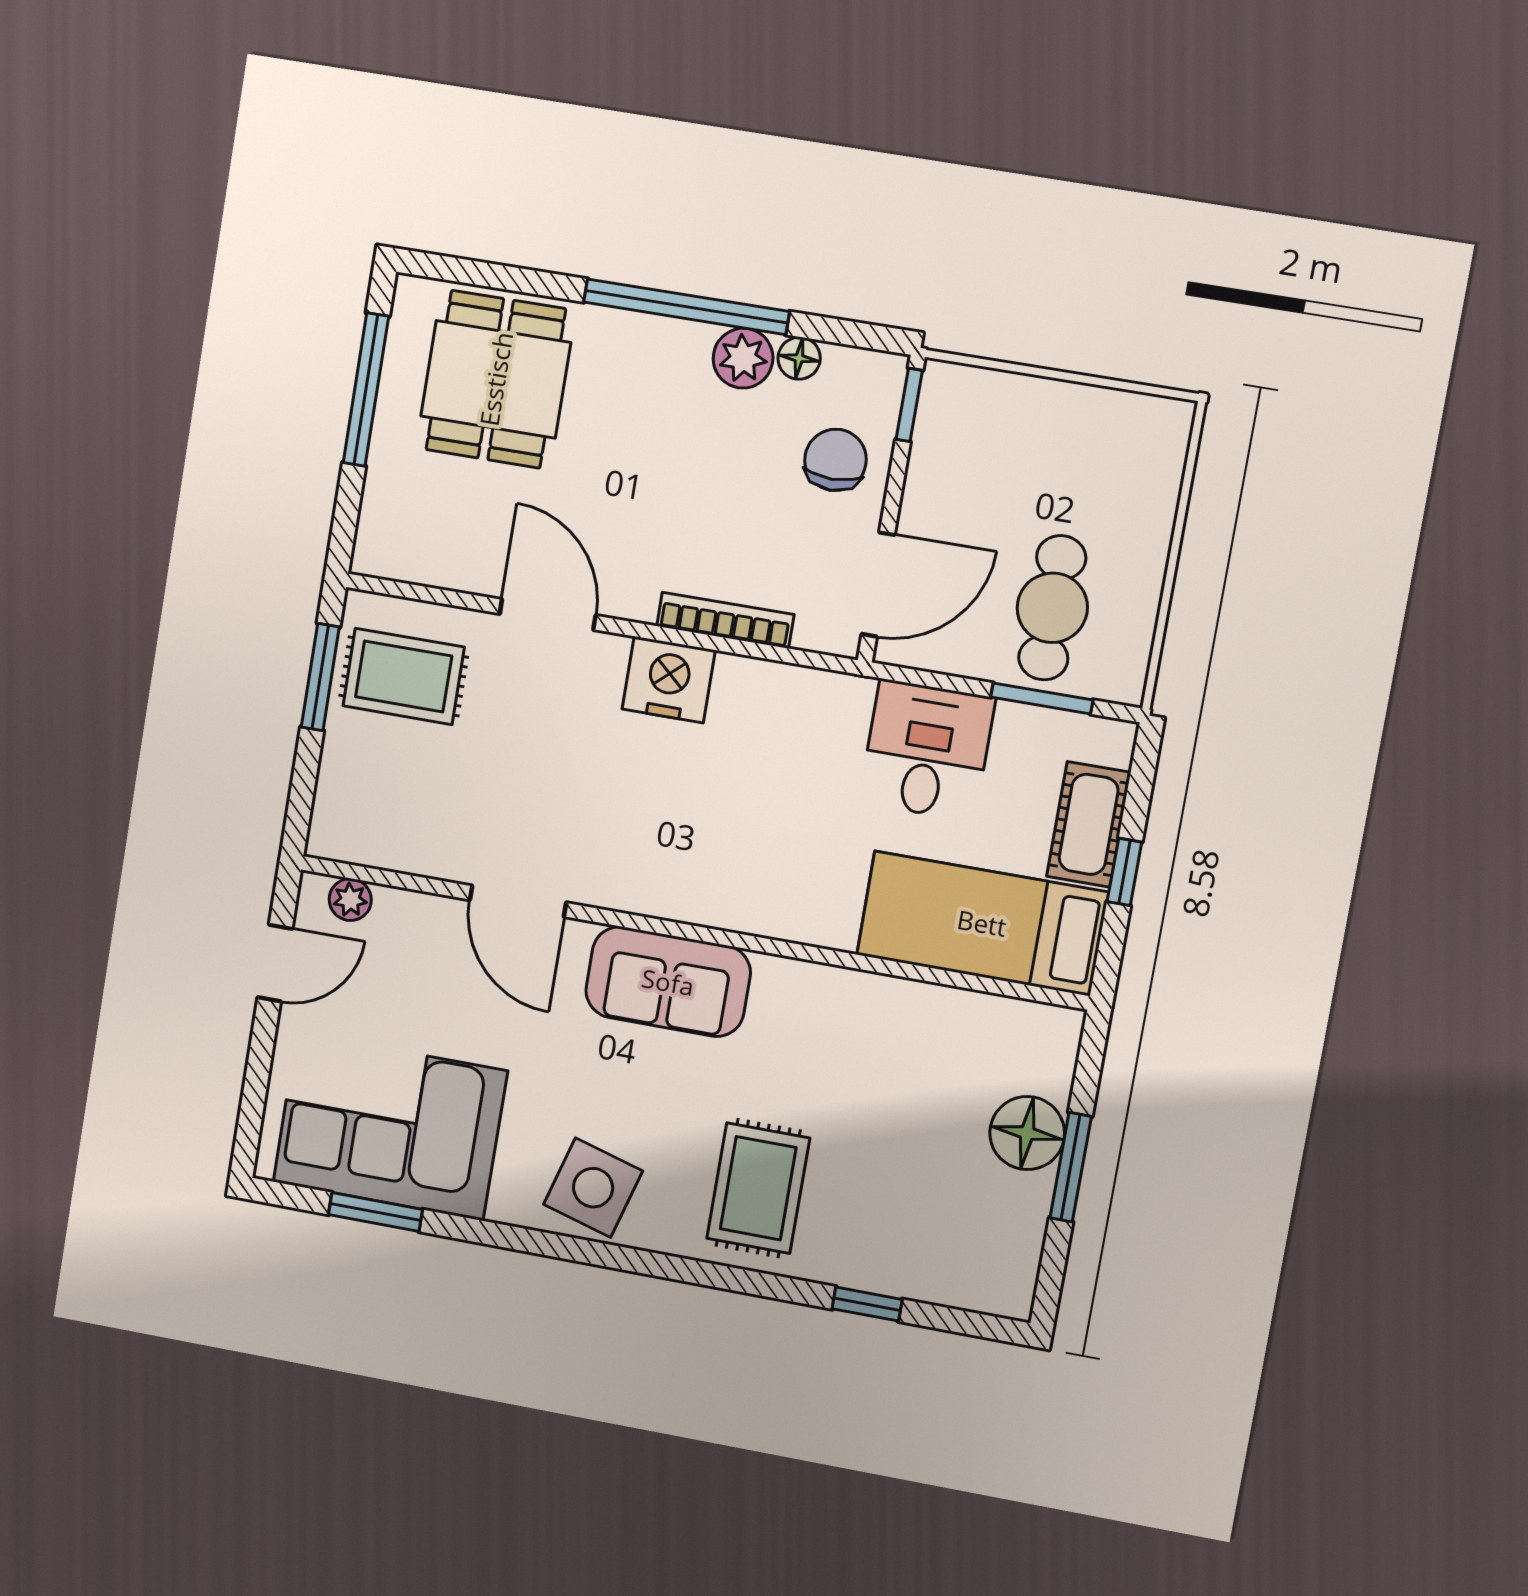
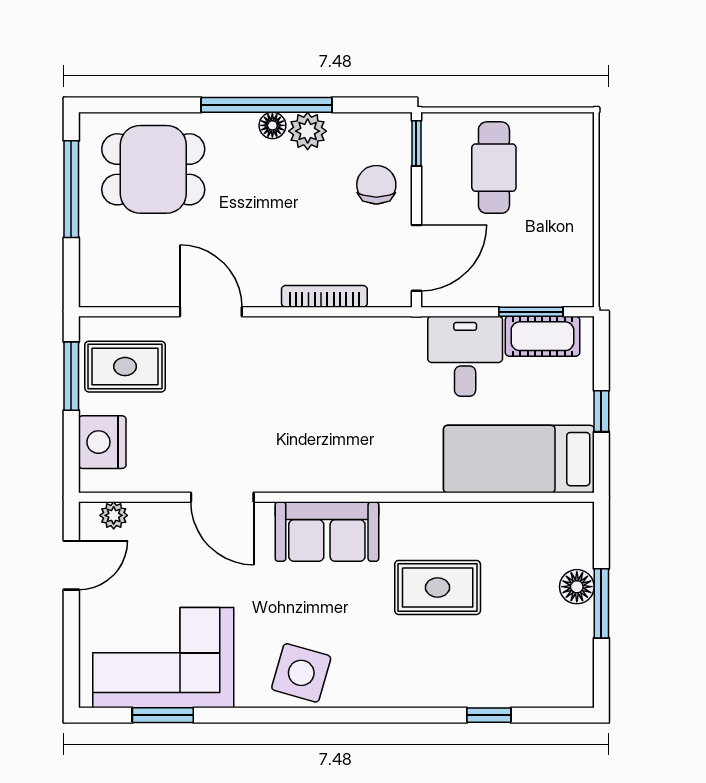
floor lamp: (799, 358) -> (272, 125), moved
dining table: (496, 379) -> (153, 169), turned 90
cafe table: (1052, 608) -> (494, 168), moved
nightstand: (669, 680) -> (102, 442), moved, turned -90
cot: (1089, 824) -> (542, 336), moved, turned 90
floor lamp: (1027, 1133) -> (577, 587), width x0.73, depth x0.73
rug: (758, 1188) -> (438, 587), moved, turned 90

